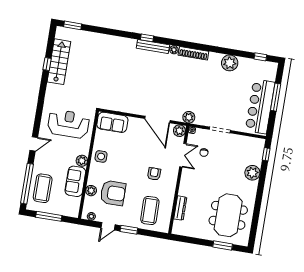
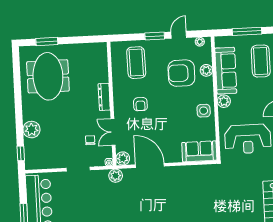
sofa: (75, 181) -> (226, 71), width x1.36
dresser: (180, 208) -> (104, 97), moved

